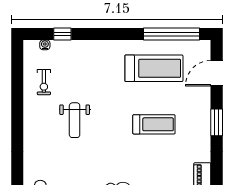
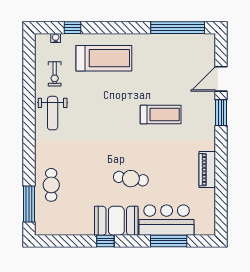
treadmill: (154, 68) -> (104, 58), moved
door: (217, 73) -> (221, 79), moved
weight bench: (75, 120) -> (53, 113), moved

